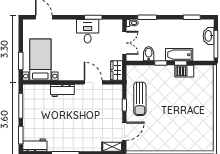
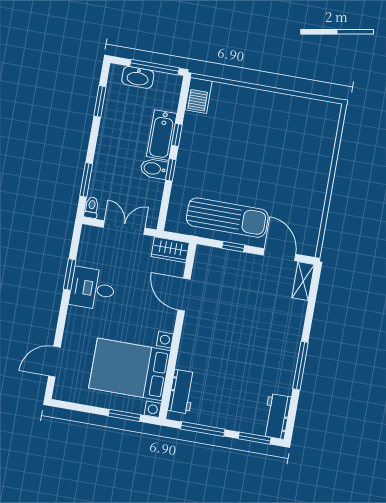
bidet: (149, 54) -> (154, 169), moved
bed with nightstands: (40, 60) -> (130, 369), width x1.36
barbecue: (184, 71) -> (198, 95), moved
door: (93, 82) -> (184, 295), hinge flipped
workbench: (62, 90) -> (182, 392), moved
sun lounger: (140, 99) -> (227, 218), width x1.36, depth x1.34

